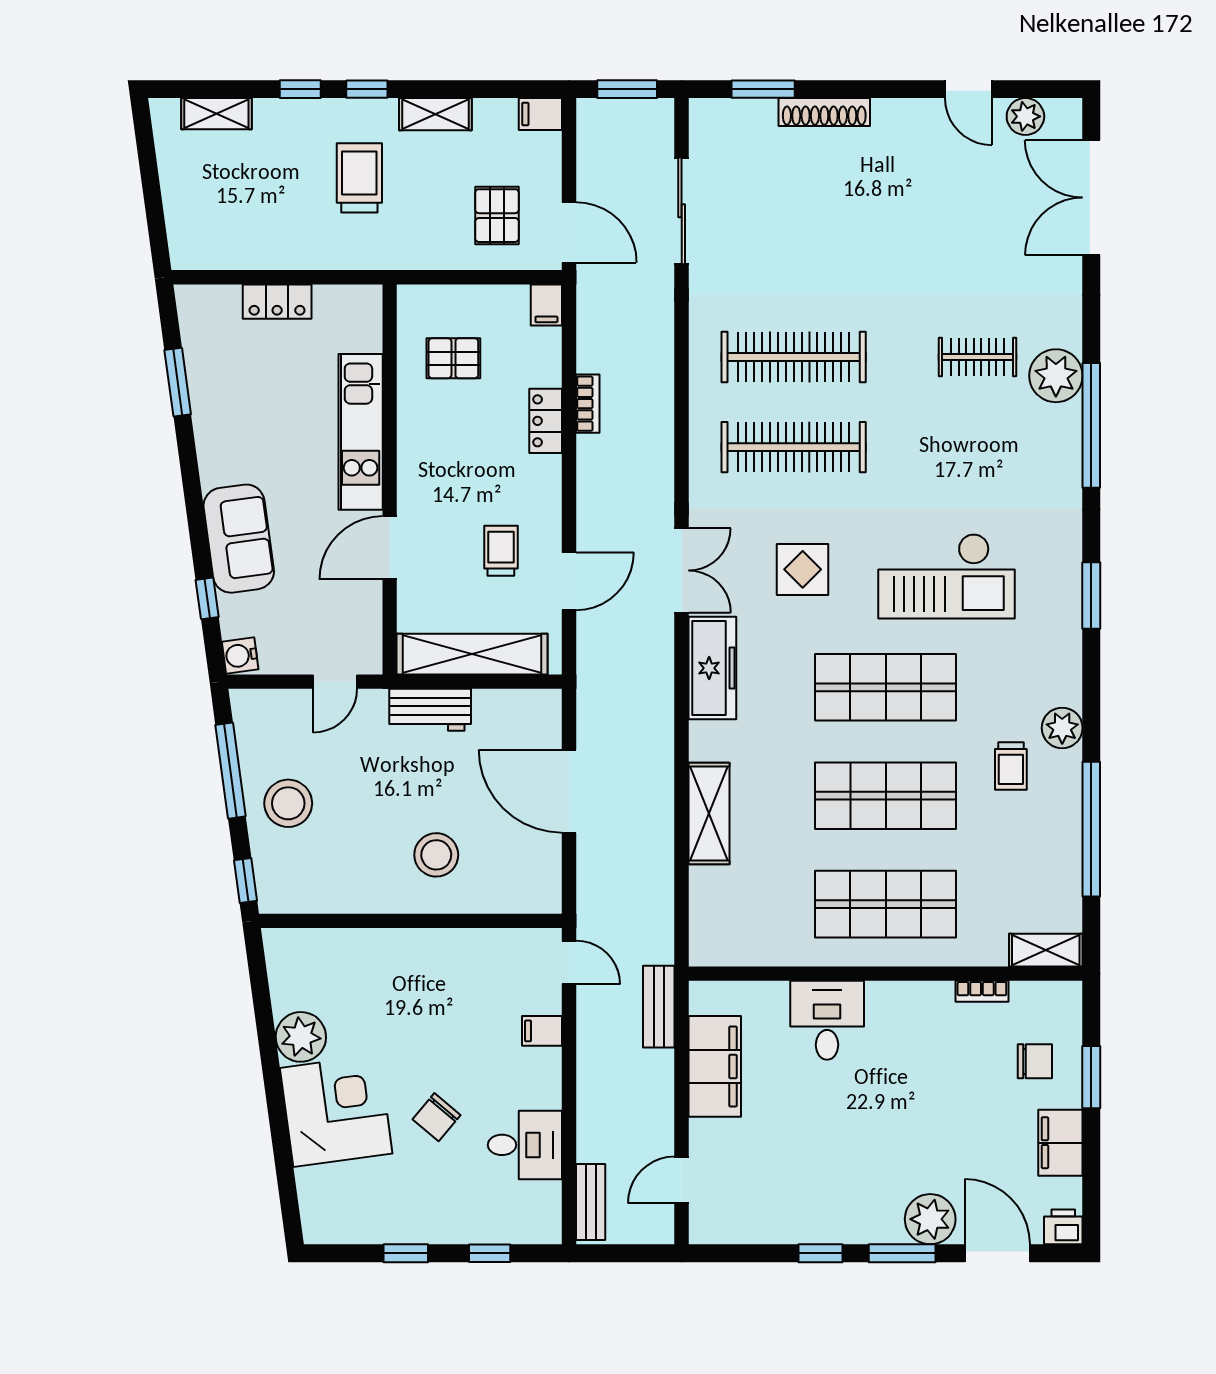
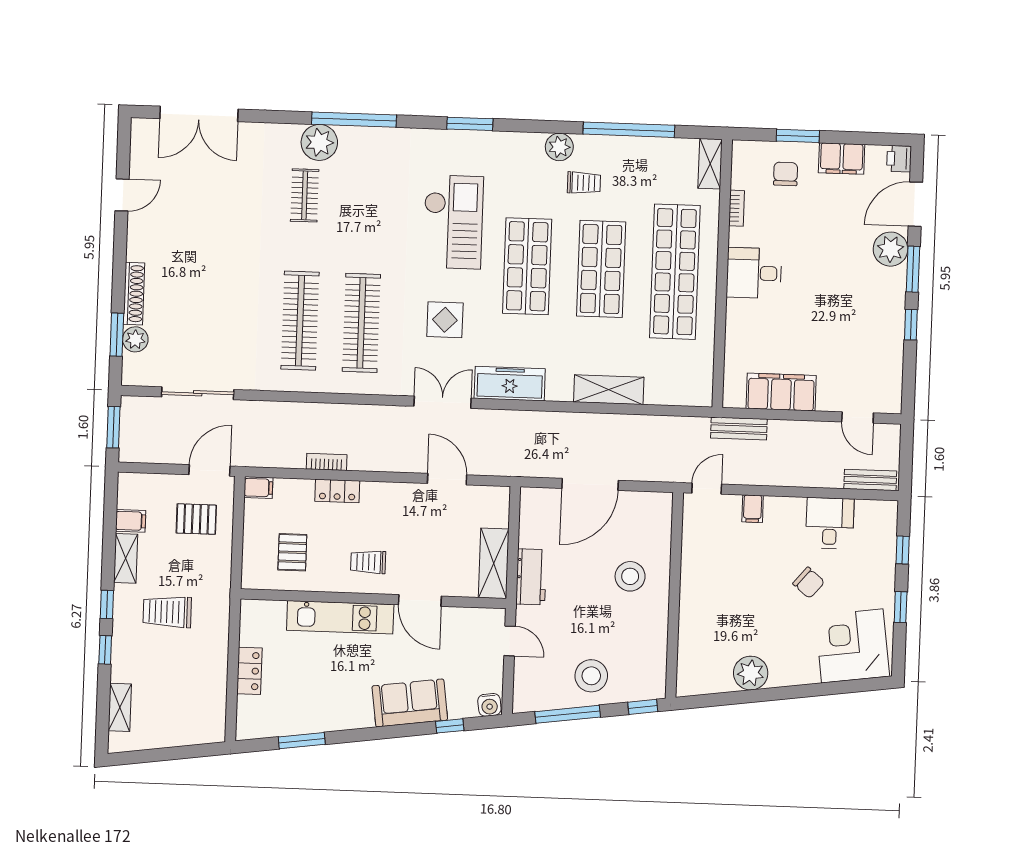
filing cabinet: (540, 114) -> (131, 521), moved, turned -90
plant: (1025, 116) -> (135, 339), moved
trolley: (501, 551) -> (368, 562), moved
shelving: (472, 654) -> (494, 563), width x0.68
shop shelf: (886, 904) -> (675, 272), width x1.40
desk: (827, 1020) -> (754, 273), moved
corner desk: (336, 1111) -> (852, 646), moved

